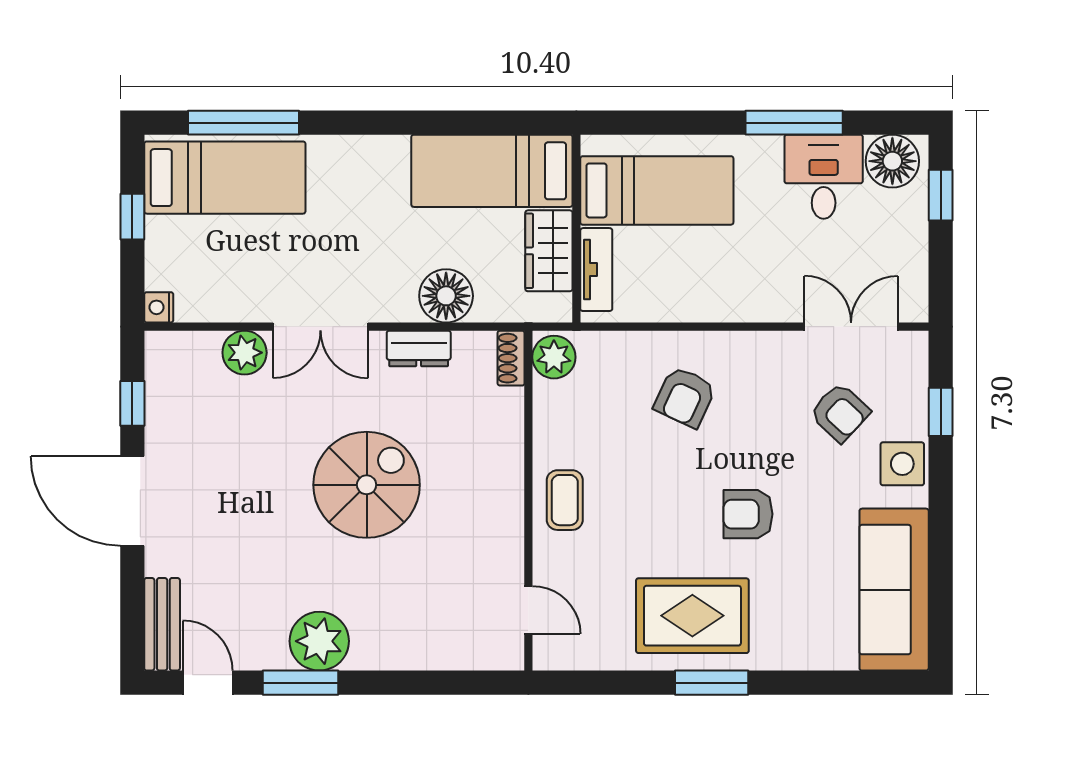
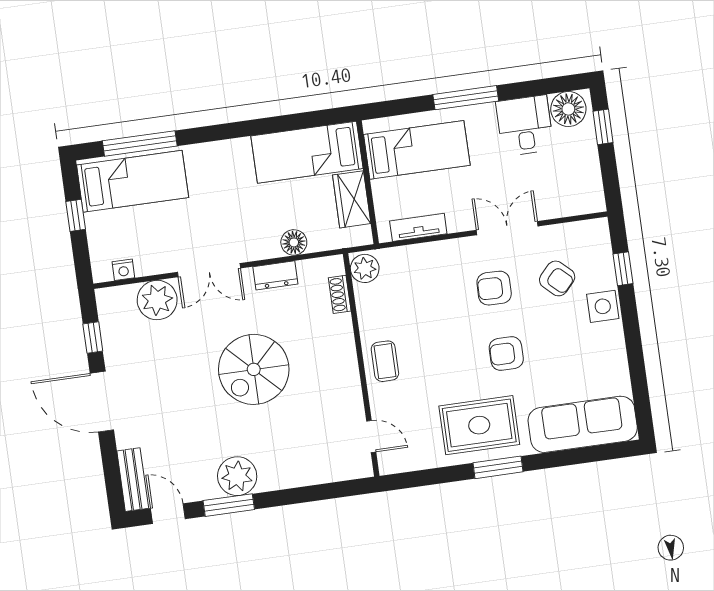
window: (794, 123) -> (466, 98), moved
tv unit: (596, 270) -> (418, 227), moved, turned -90
floor lamp: (446, 296) -> (294, 242), width x0.73, depth x0.73
nightstand: (159, 307) -> (123, 270), moved, turned -90
double door: (851, 327) -> (507, 228), moved
plant: (245, 353) -> (157, 300), width x1.36, depth x1.36
shoe rack: (511, 358) -> (340, 294), moved
armchair: (685, 397) -> (494, 288), moved, turned 66
spiral stairs: (367, 485) -> (254, 369), turned 180
sofa: (894, 590) -> (583, 424), moved, turned 90

